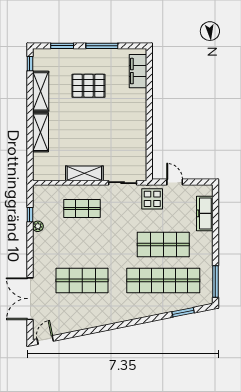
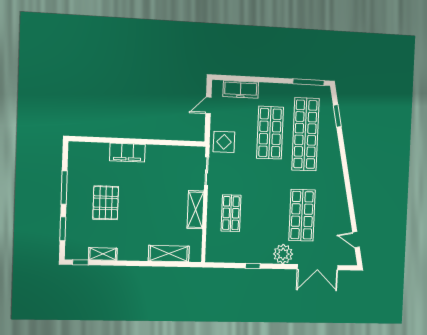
filing cabinet: (138, 71) -> (127, 153), moved
shelving: (41, 91) -> (103, 254), width x0.67, depth x0.75
shelving: (40, 132) -> (169, 254), moved
door: (175, 182) -> (208, 105), moved
window: (30, 215) -> (253, 266), moved
plant: (38, 226) -> (283, 254), moved, width x1.88, depth x1.88
door: (45, 340) -> (356, 240), moved

